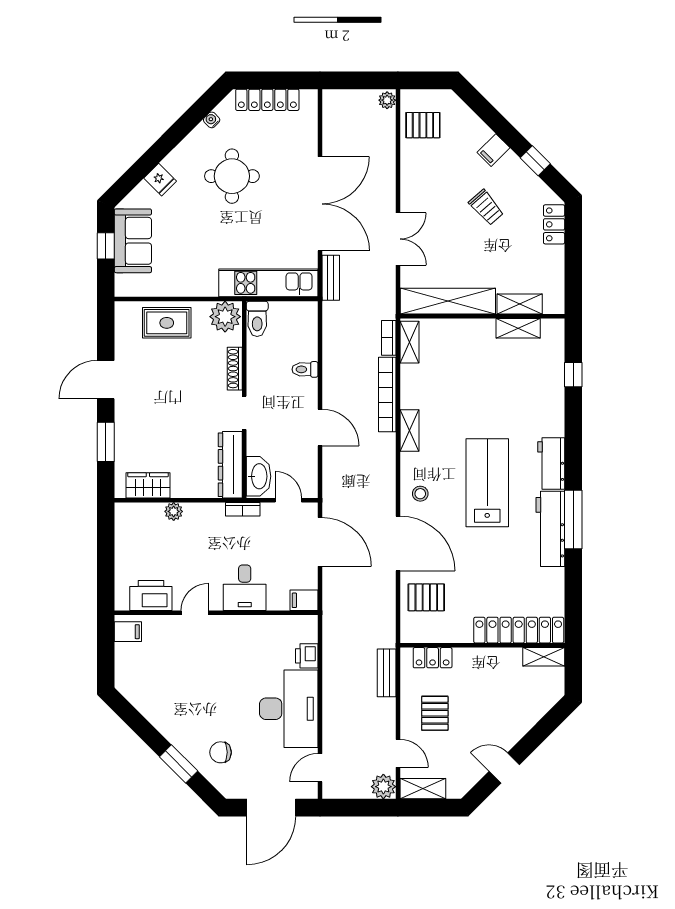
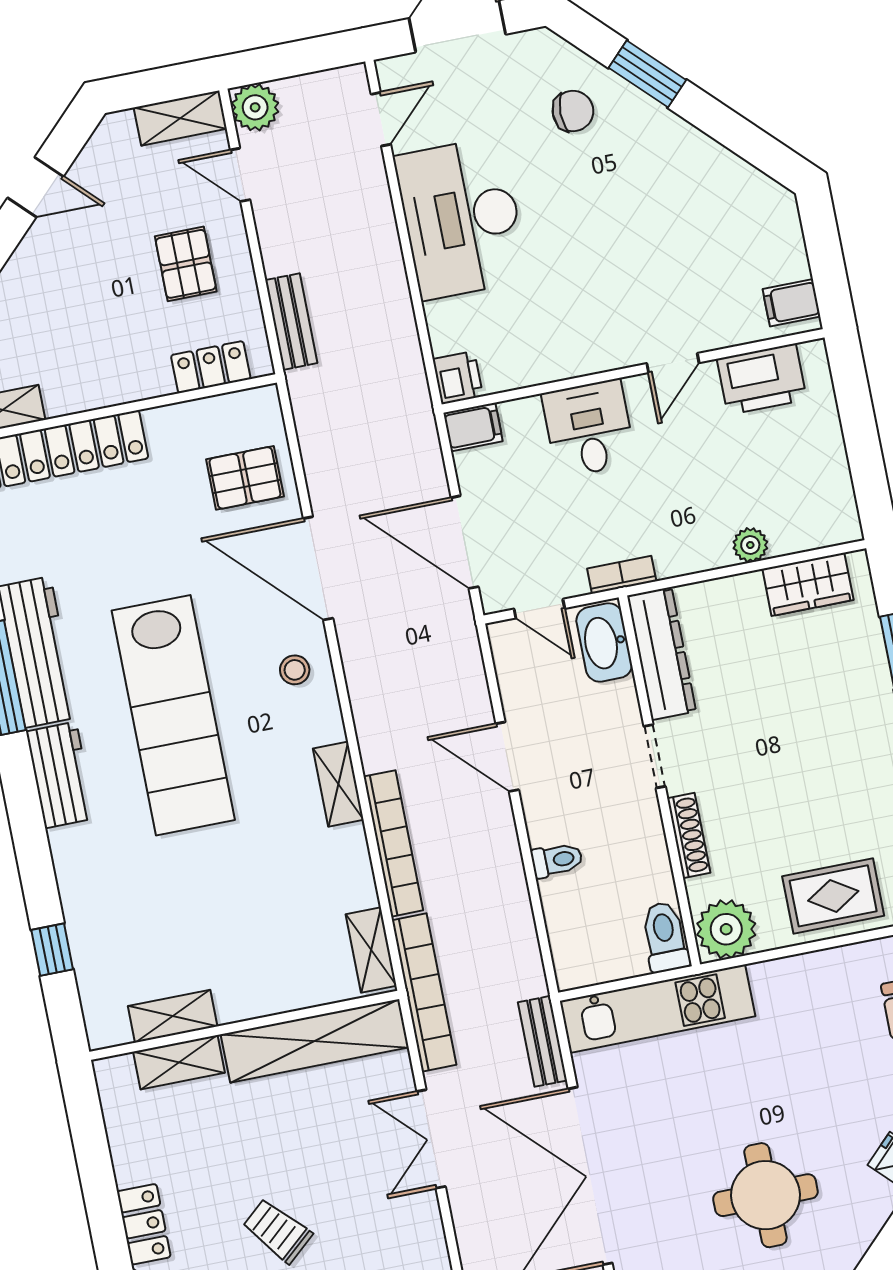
bookcase: (389, 338) -> (424, 992), width x2.31, depth x1.31
lab bench: (487, 483) -> (173, 715), width x1.36
printer: (307, 656) -> (458, 378), moved

